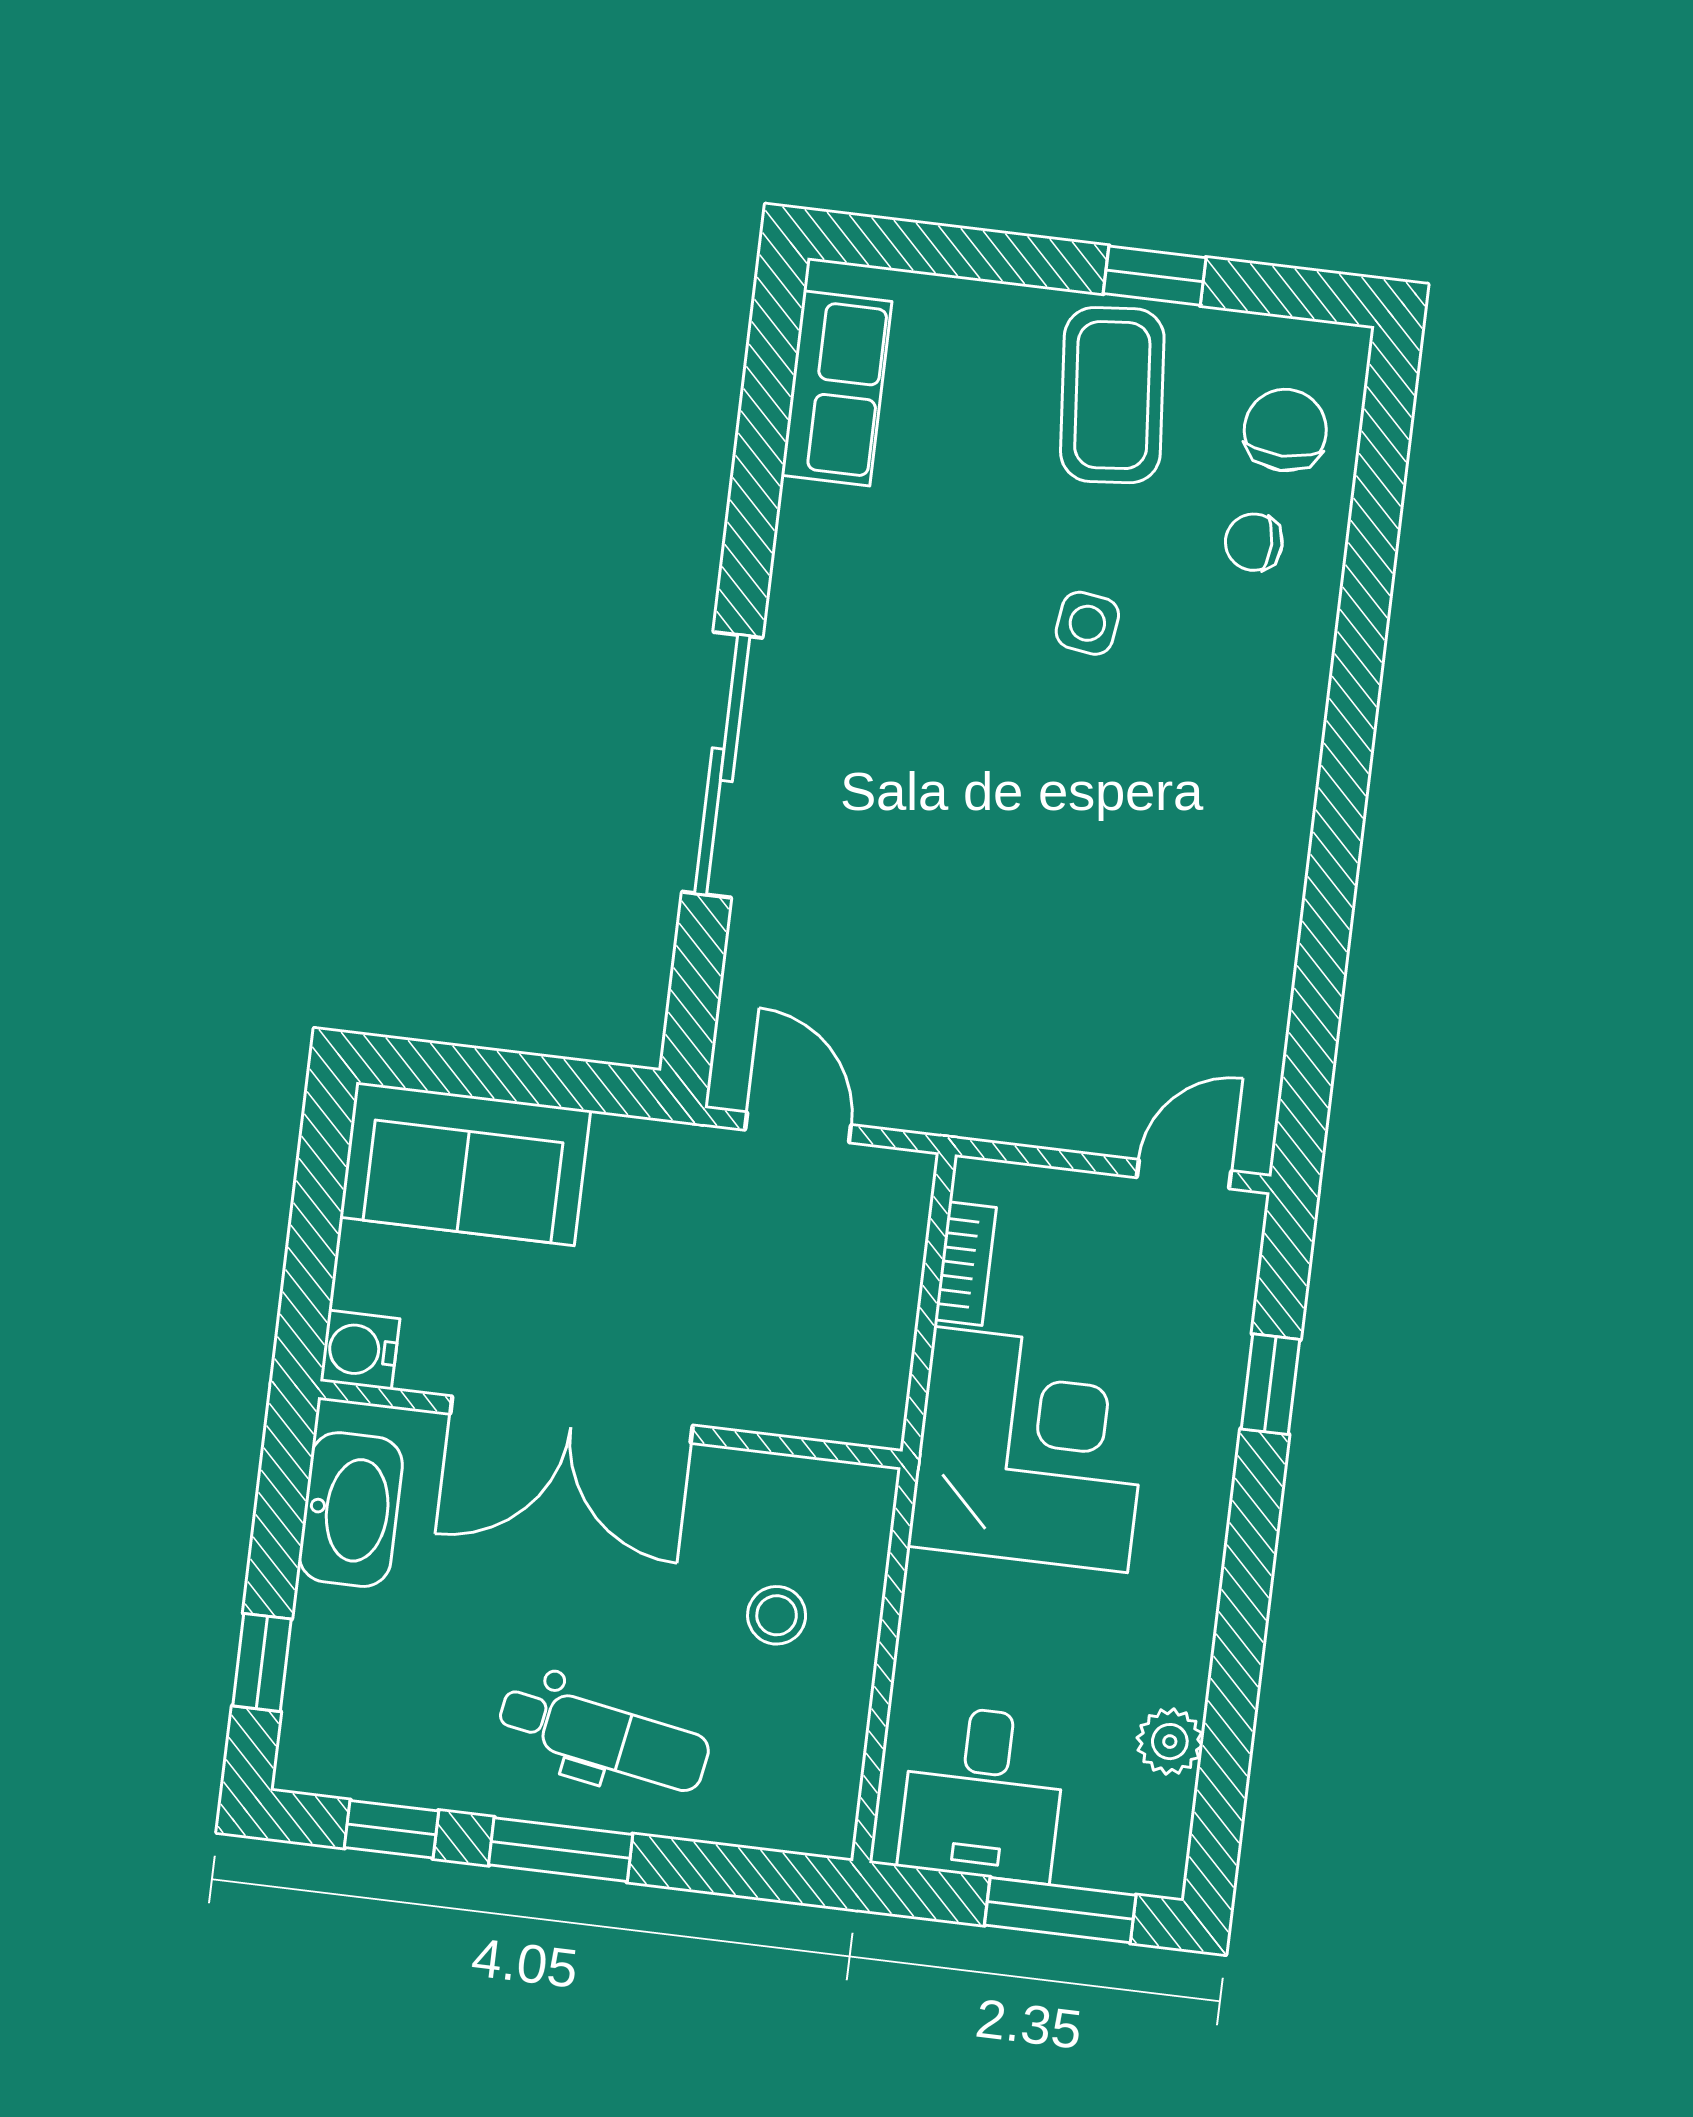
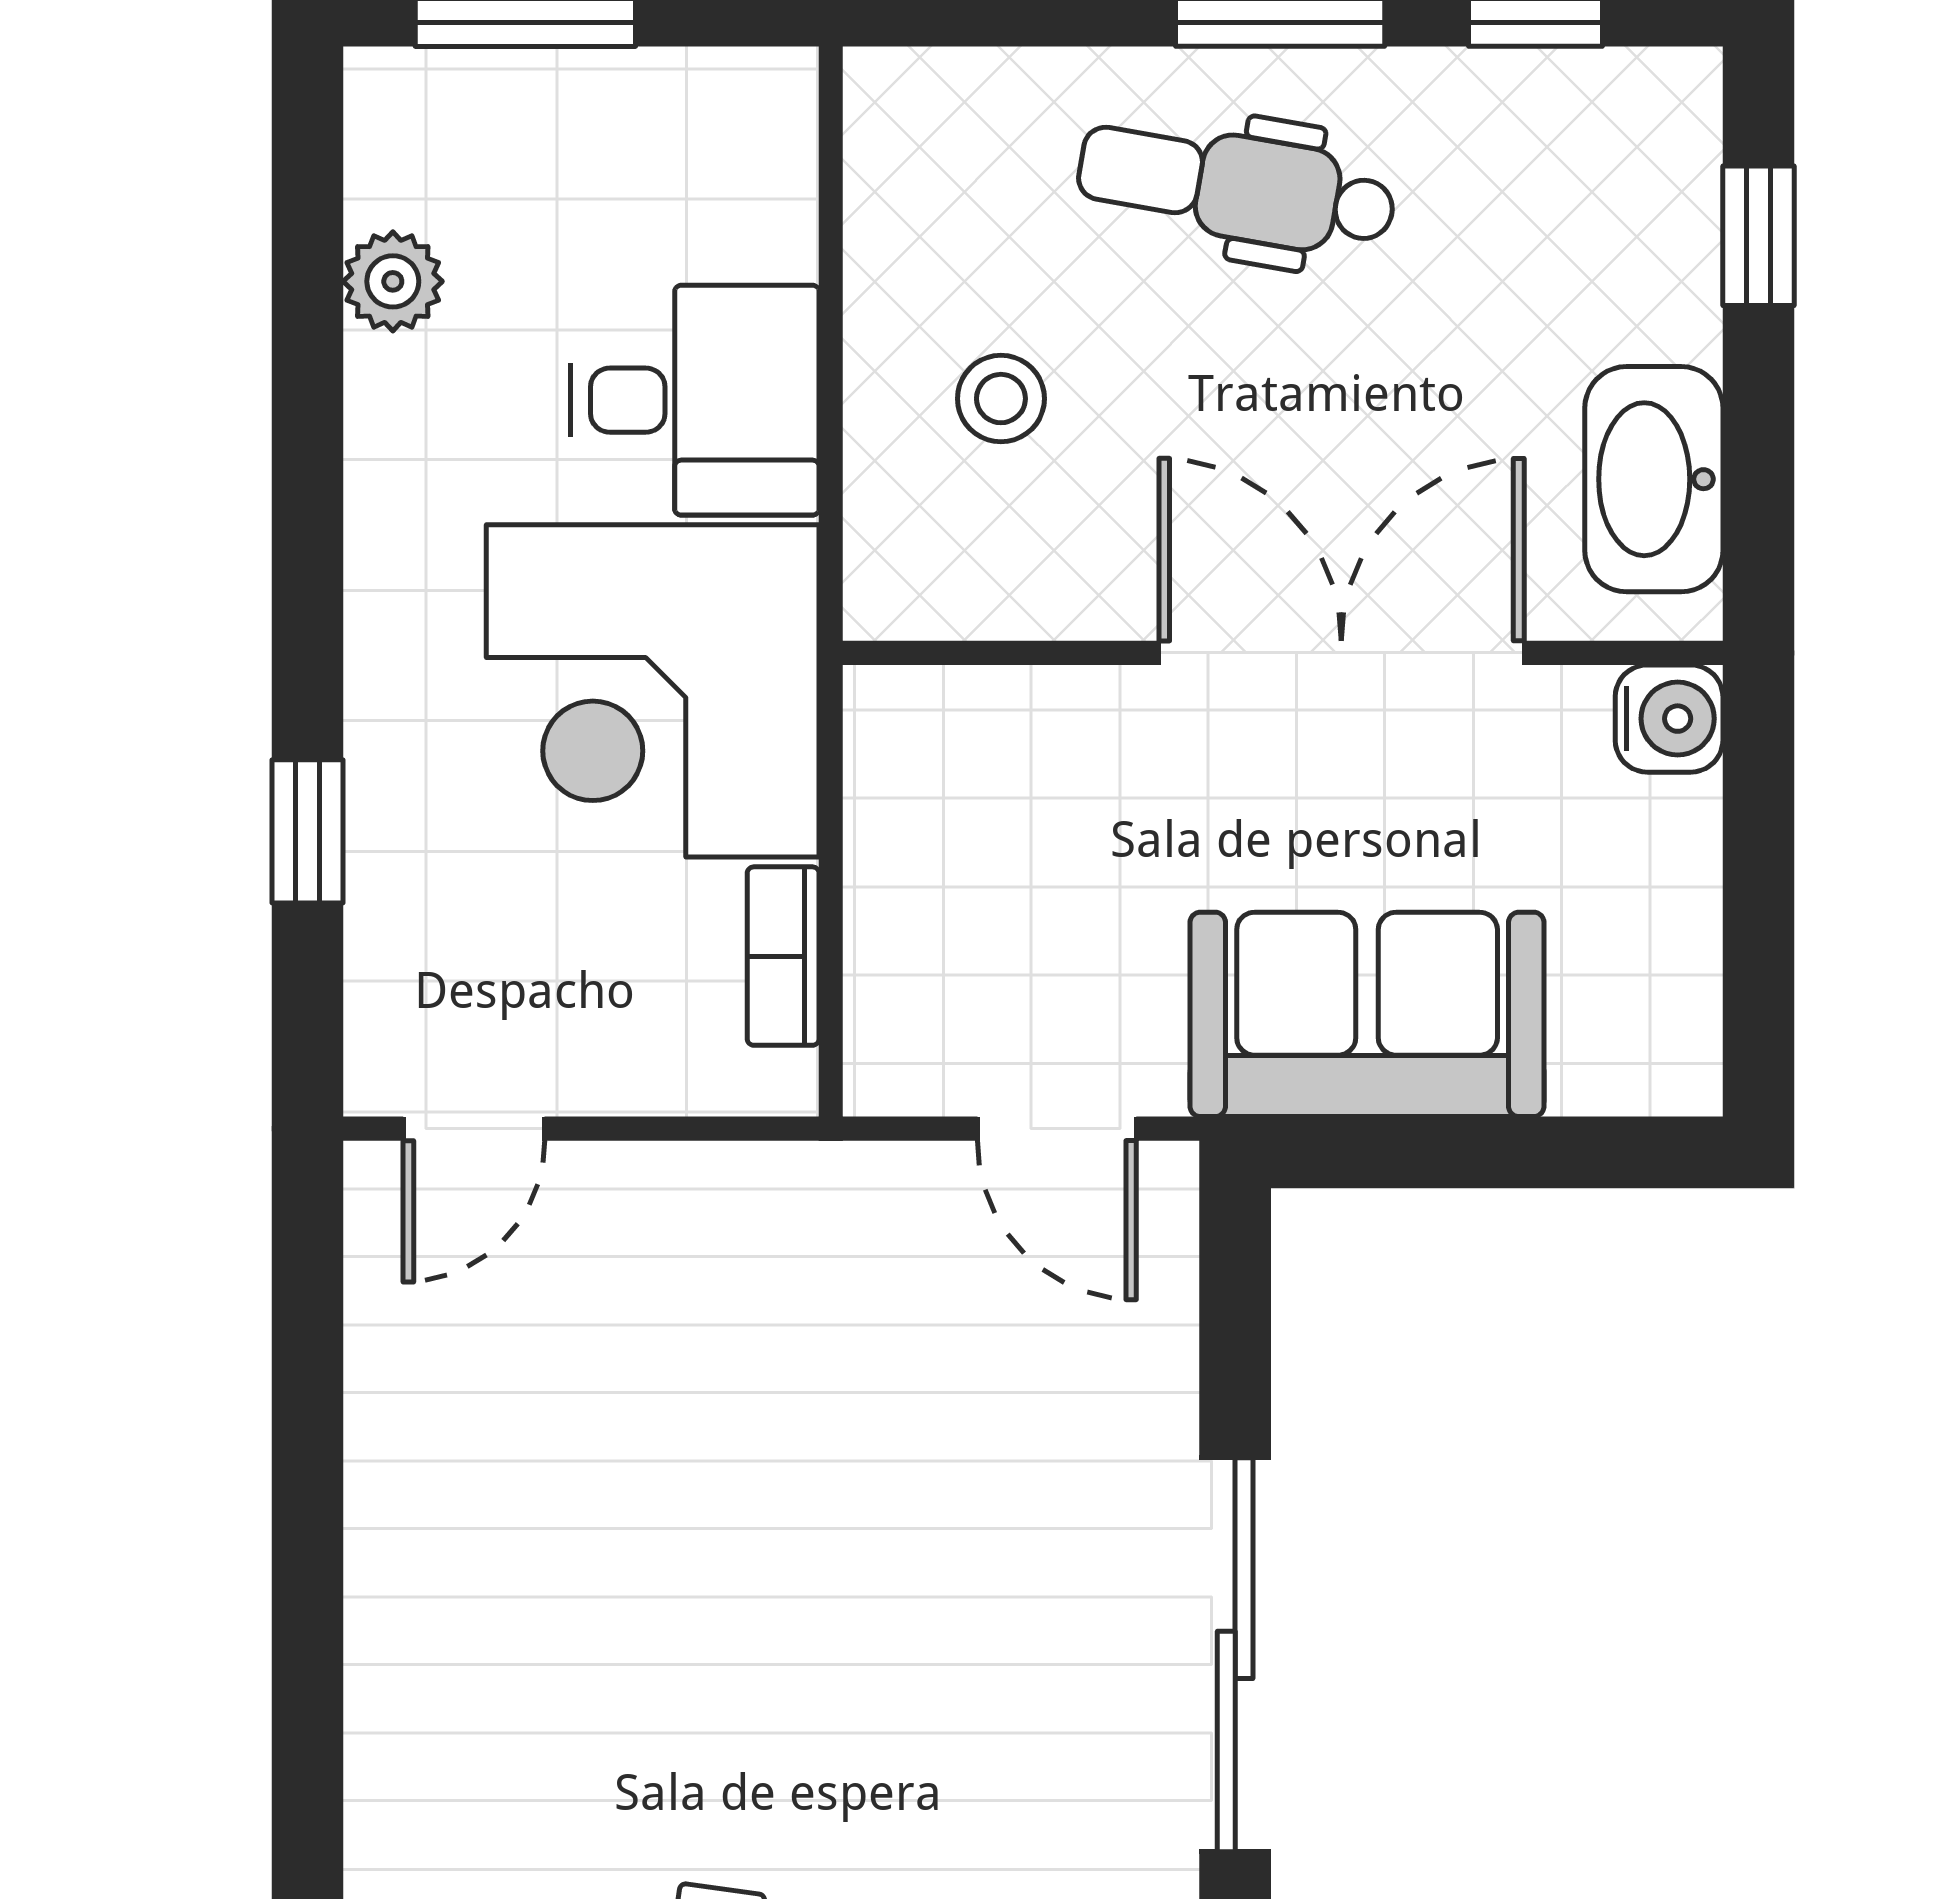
sofa: (465, 1164) -> (1367, 1014), moved
desk: (983, 1793) -> (695, 400), moved, turned 90

